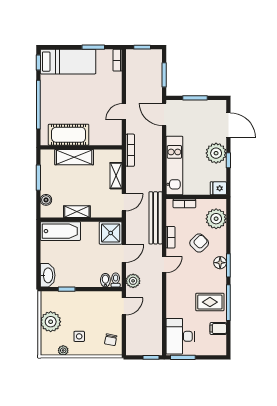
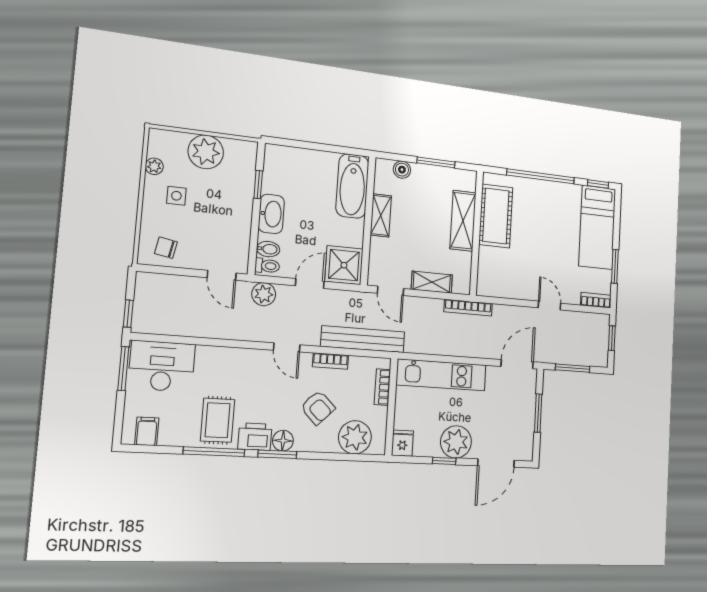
door: (124, 112) -> (549, 305), moved
door: (124, 253) -> (310, 283), swing flipped
washbasin: (48, 275) -> (271, 214), moved, turned -90
printer: (218, 279) -> (255, 437), added
filing cabinet: (218, 329) -> (147, 431), moved

